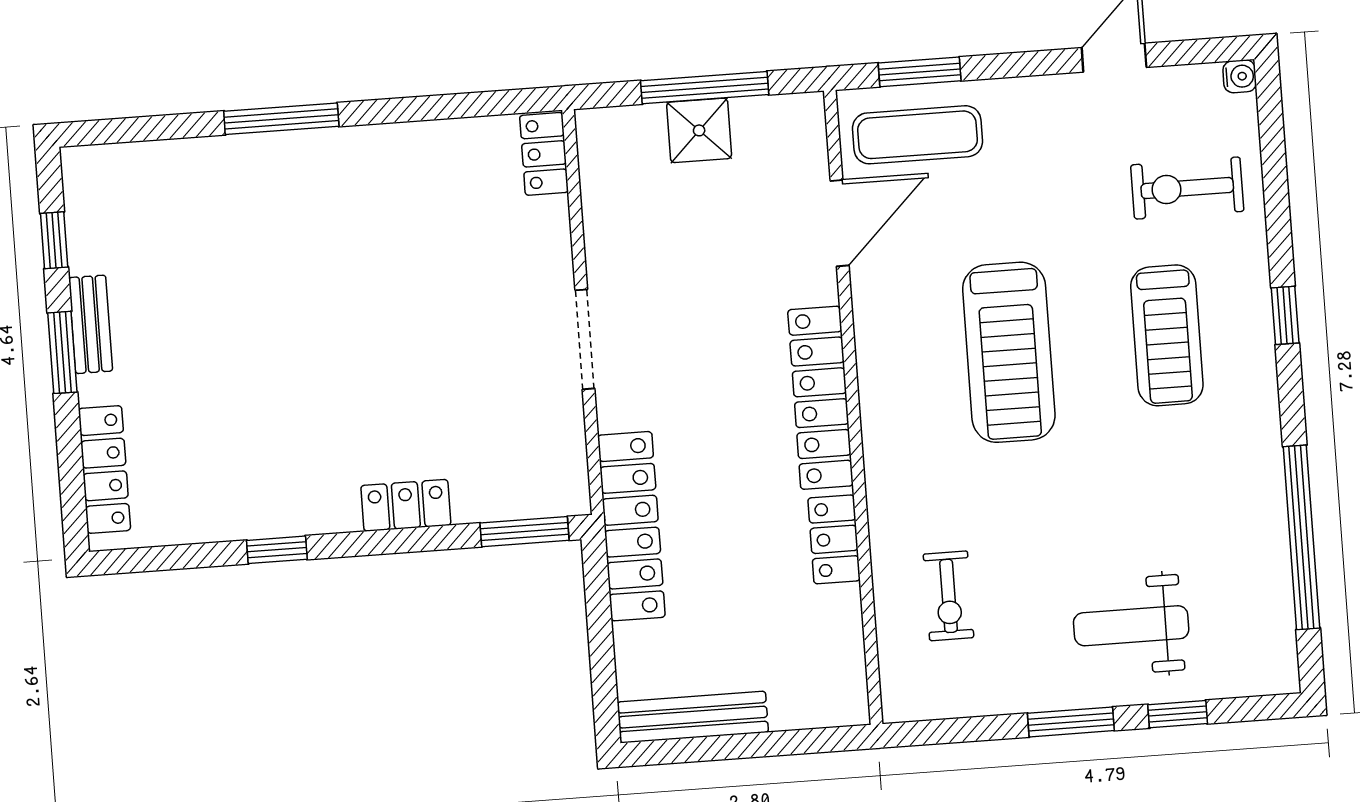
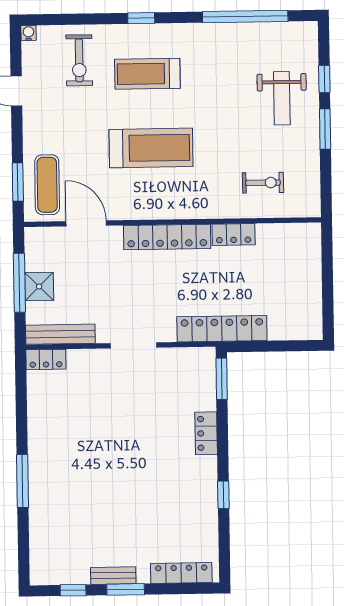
treadmill: (1167, 335) -> (147, 74), turned 180
bench: (693, 717) -> (60, 334), moved, turned 90

